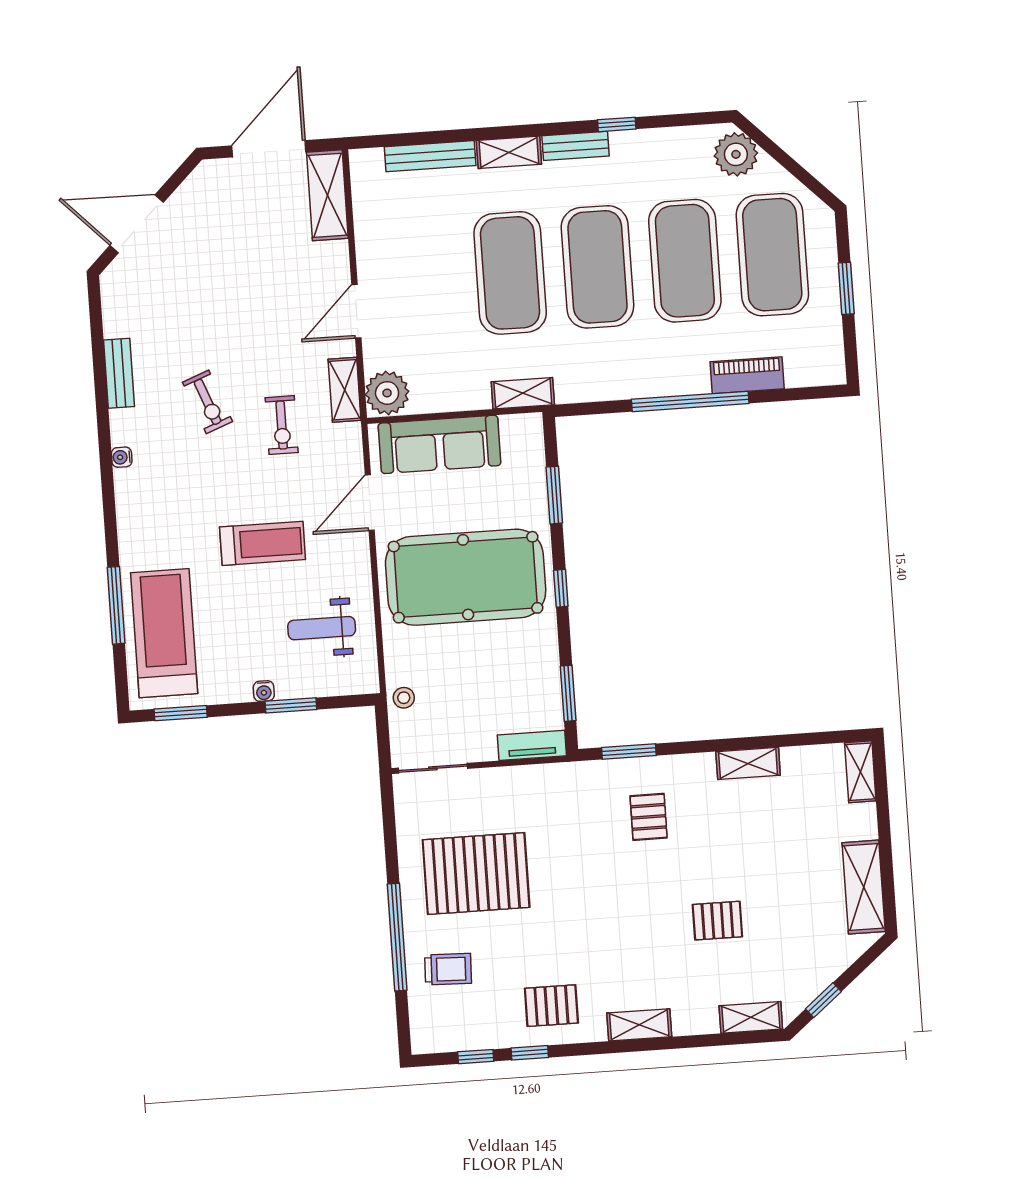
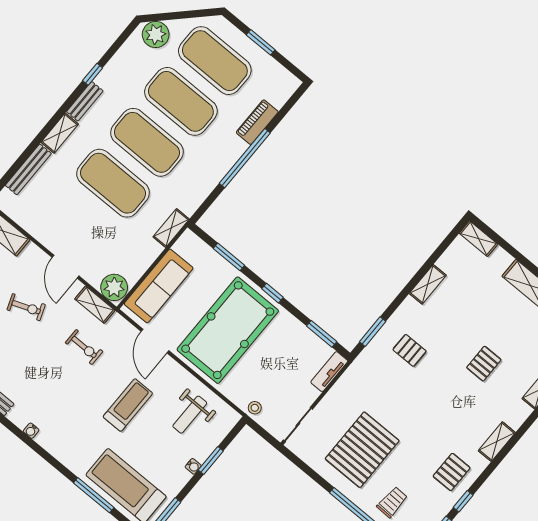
exercise bike: (208, 402) -> (26, 307), moved

